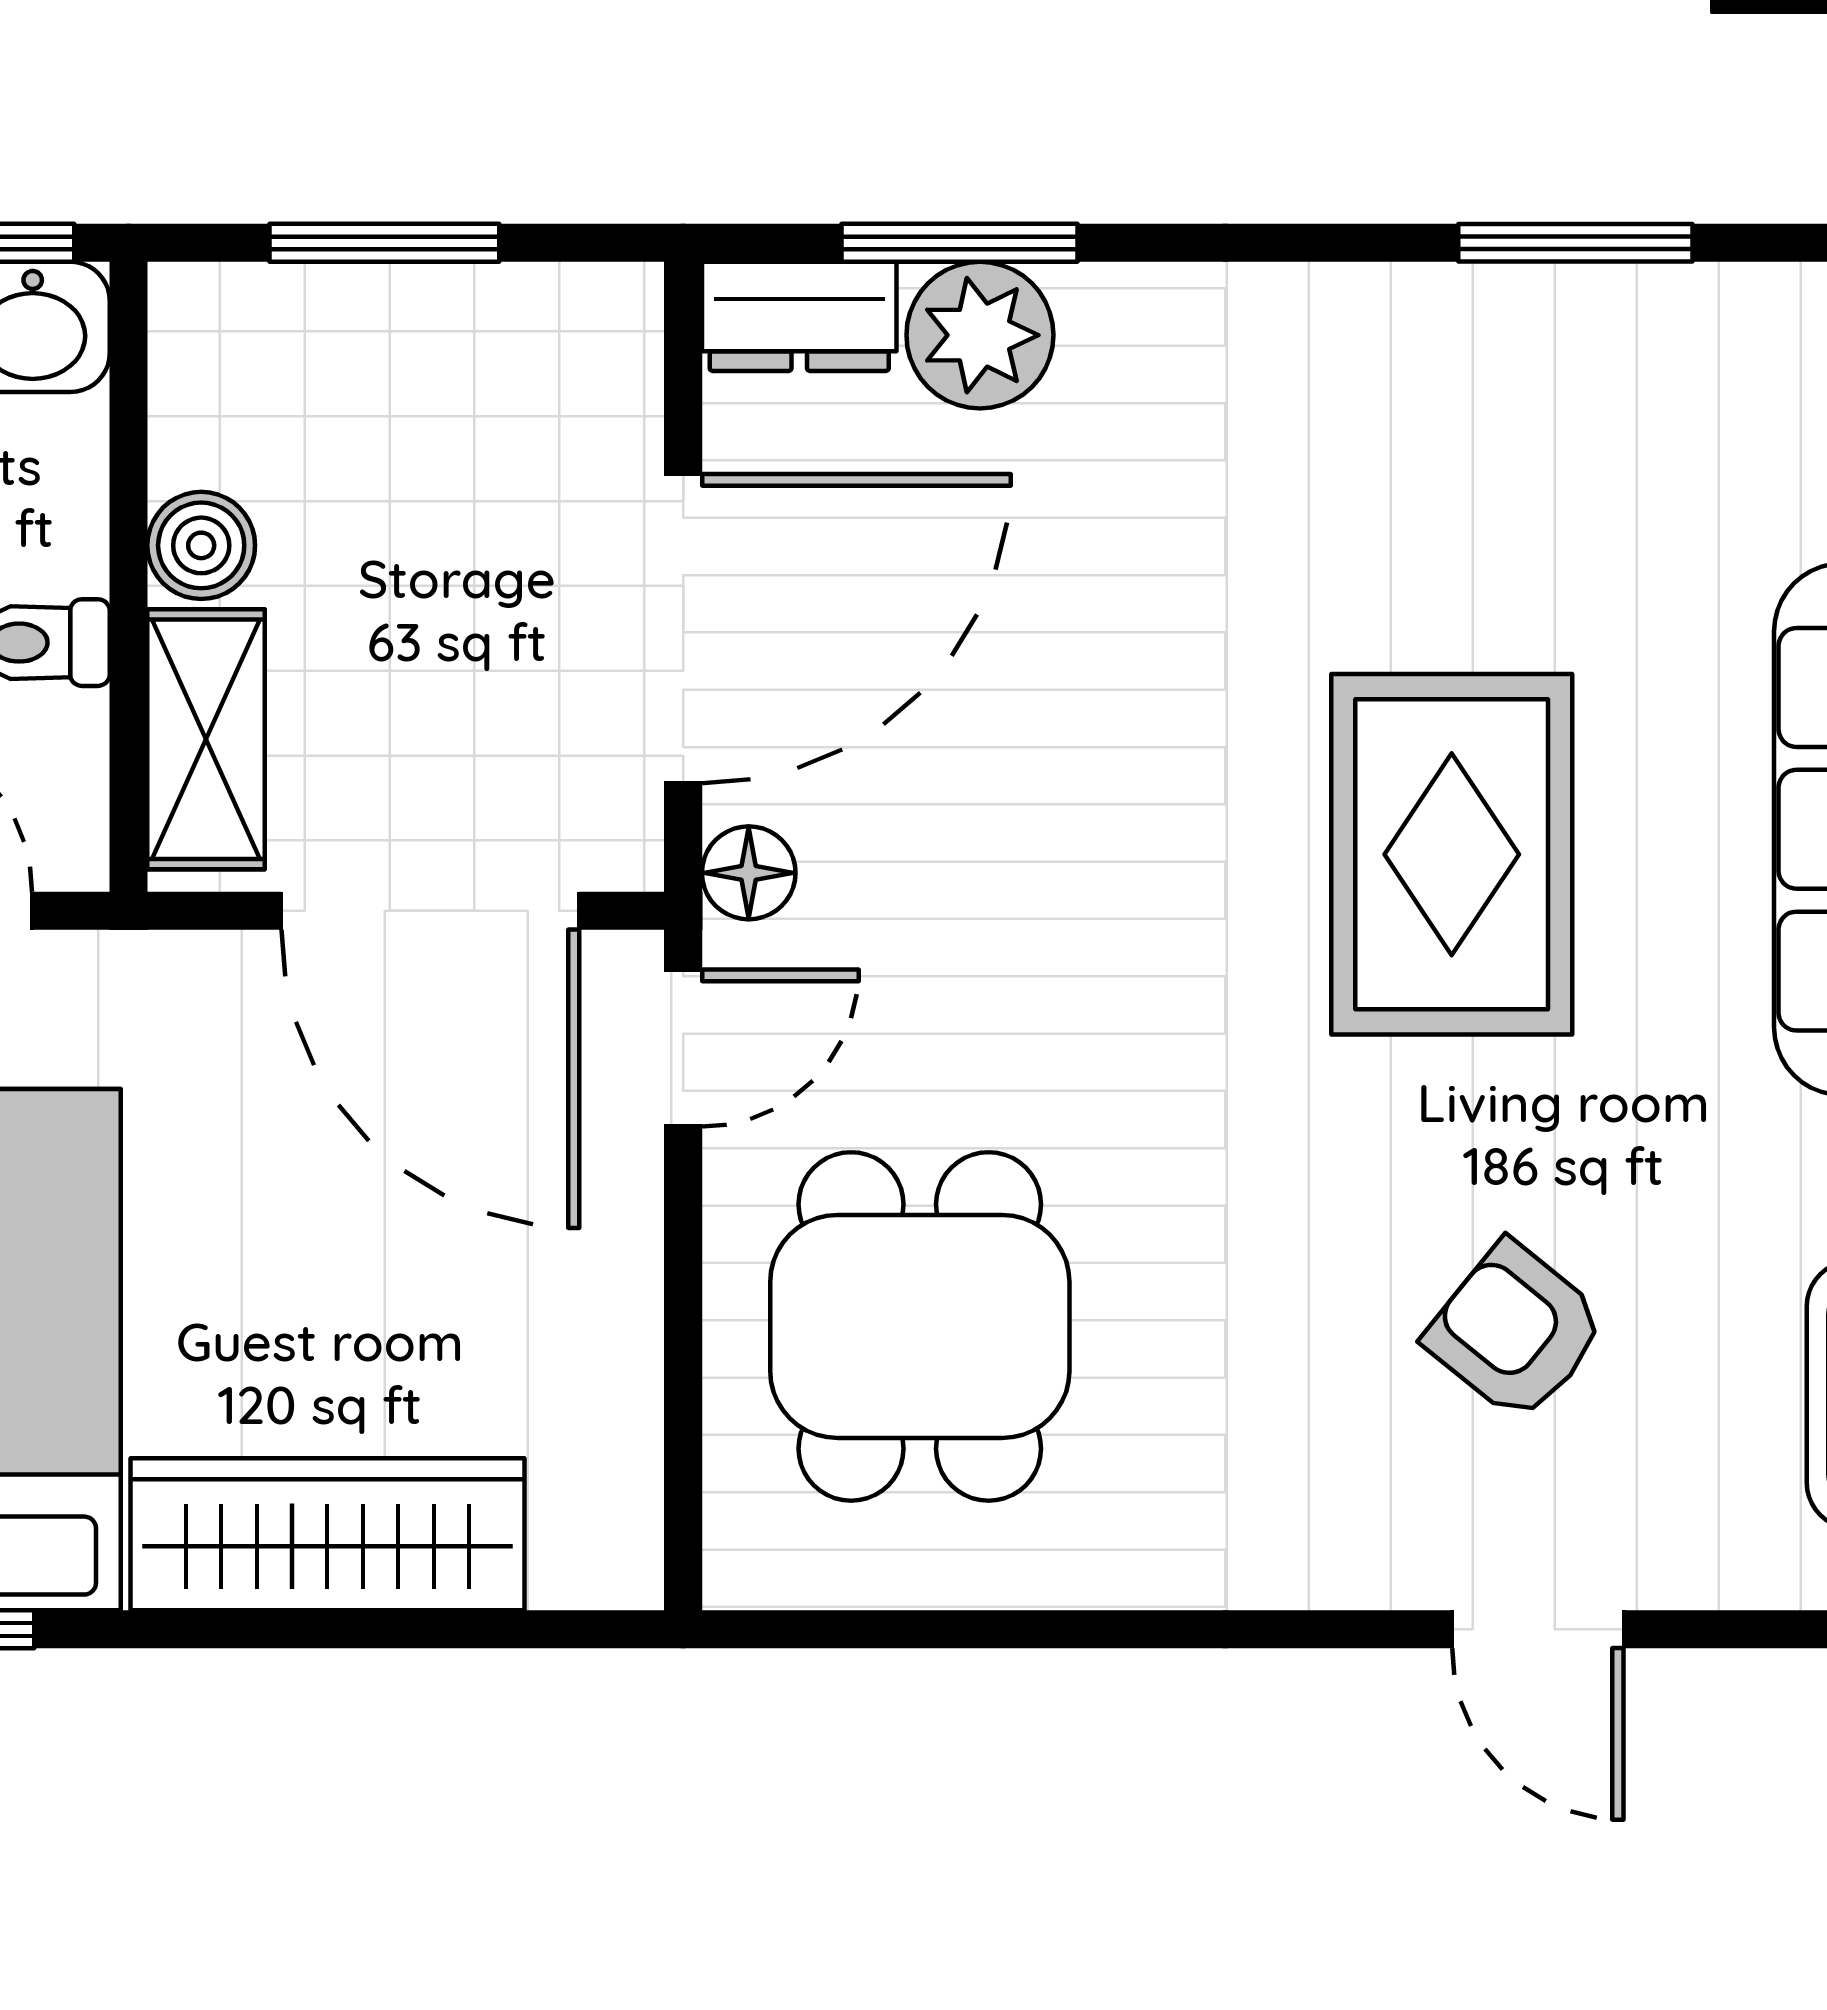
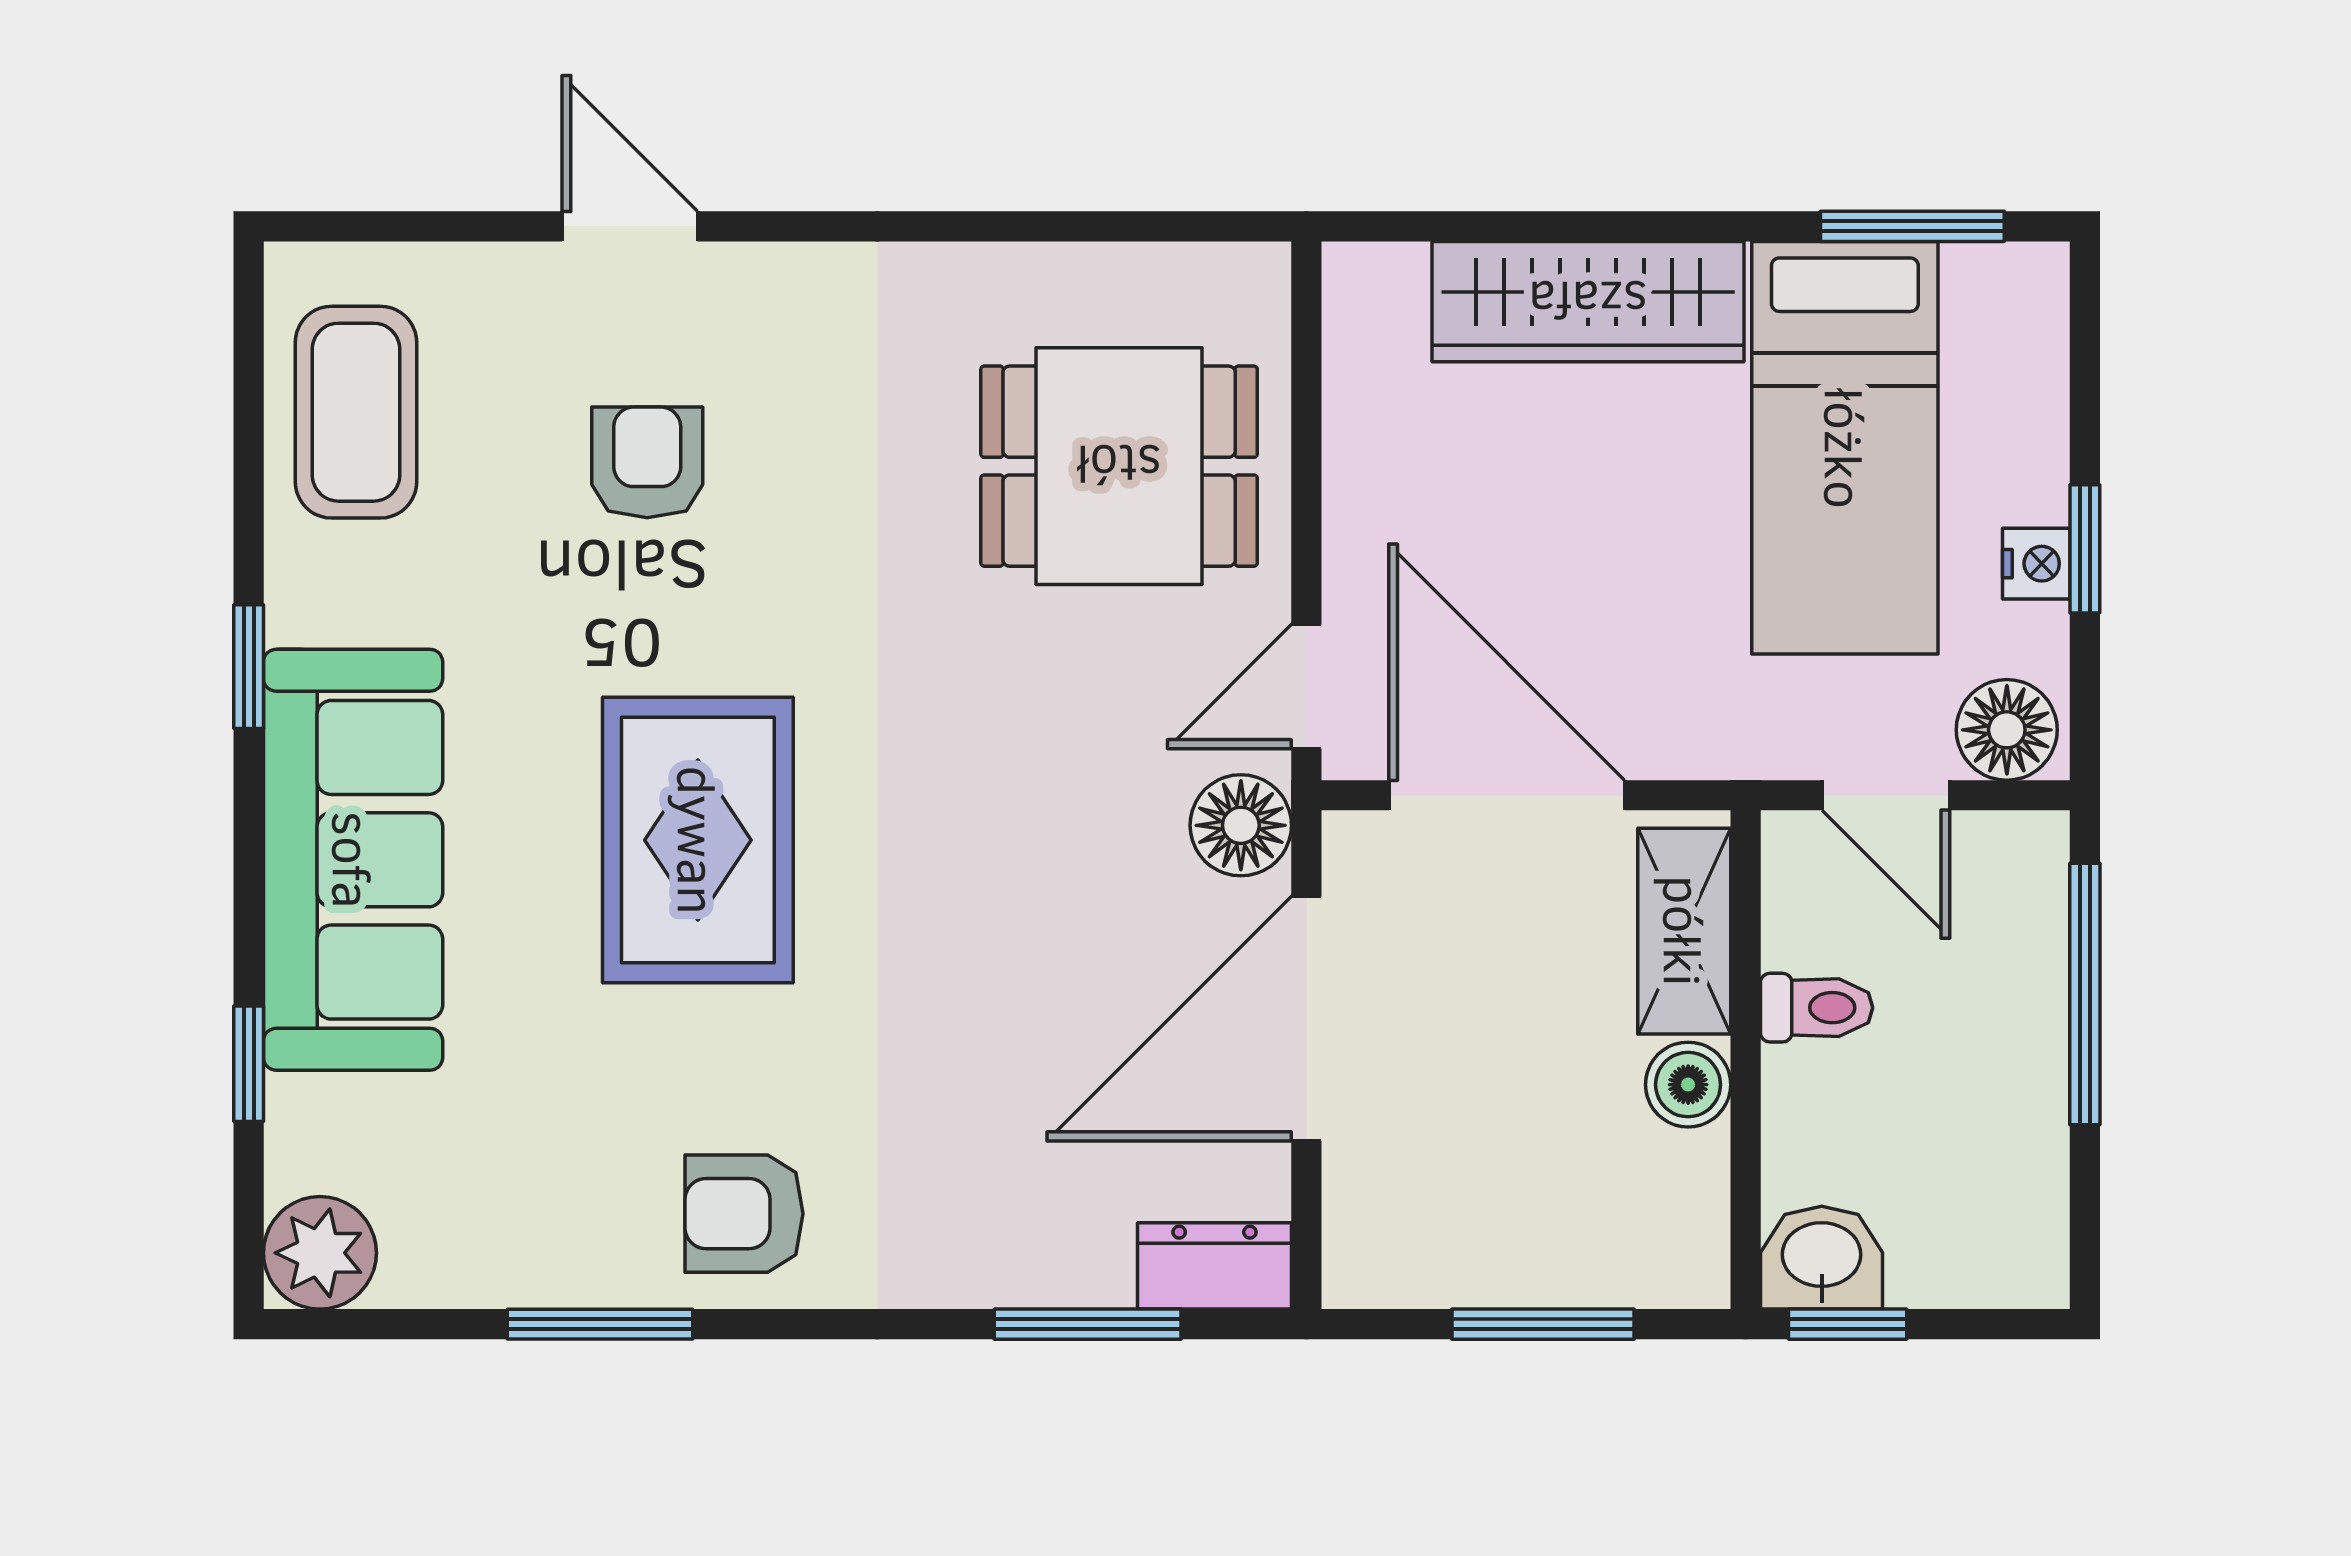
plant: (980, 335) -> (1071, 1251), removed
armchair: (1393, 382) -> (744, 1214), added
floor lamp: (749, 873) -> (1241, 825), width x1.37, depth x1.37
dining table: (920, 1326) -> (1119, 466), turned 90
armchair: (1516, 1331) -> (647, 462), turned -129

